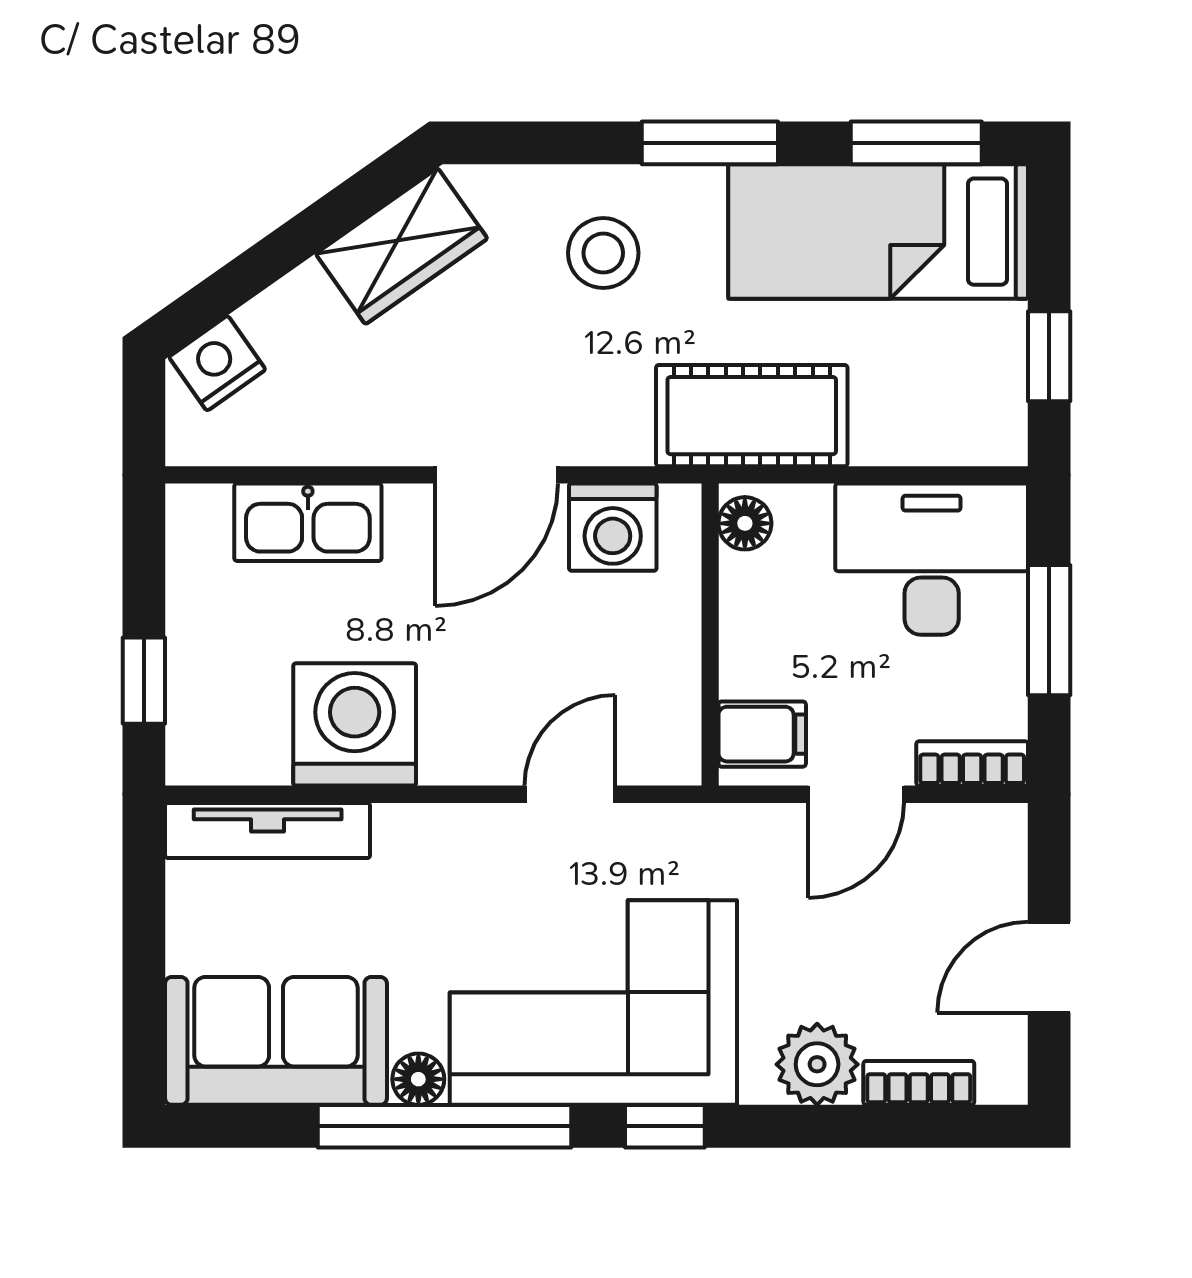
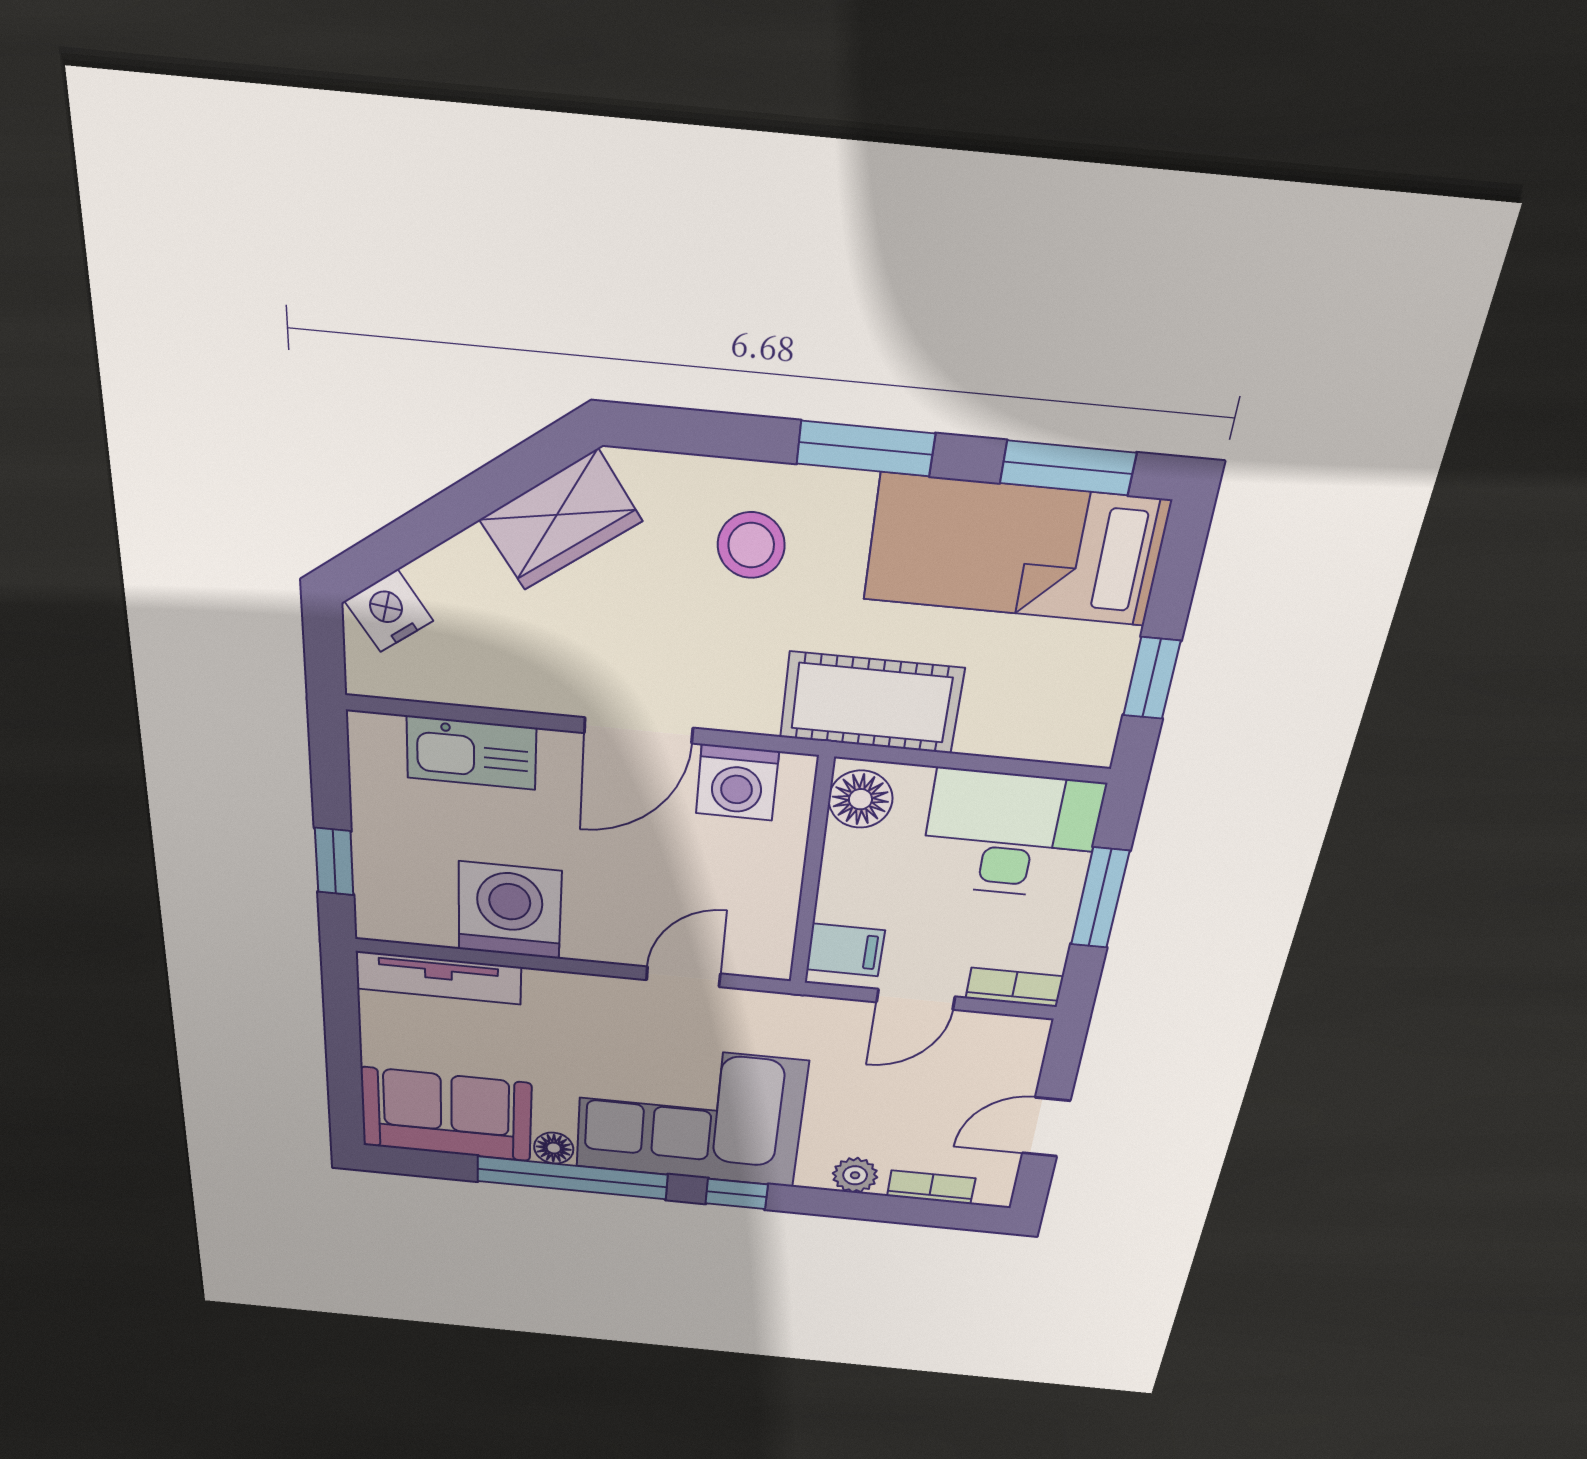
floor lamp: (745, 523) -> (860, 799), width x1.37, depth x1.37
plant: (817, 1064) -> (855, 1175), width x0.73, depth x0.73

